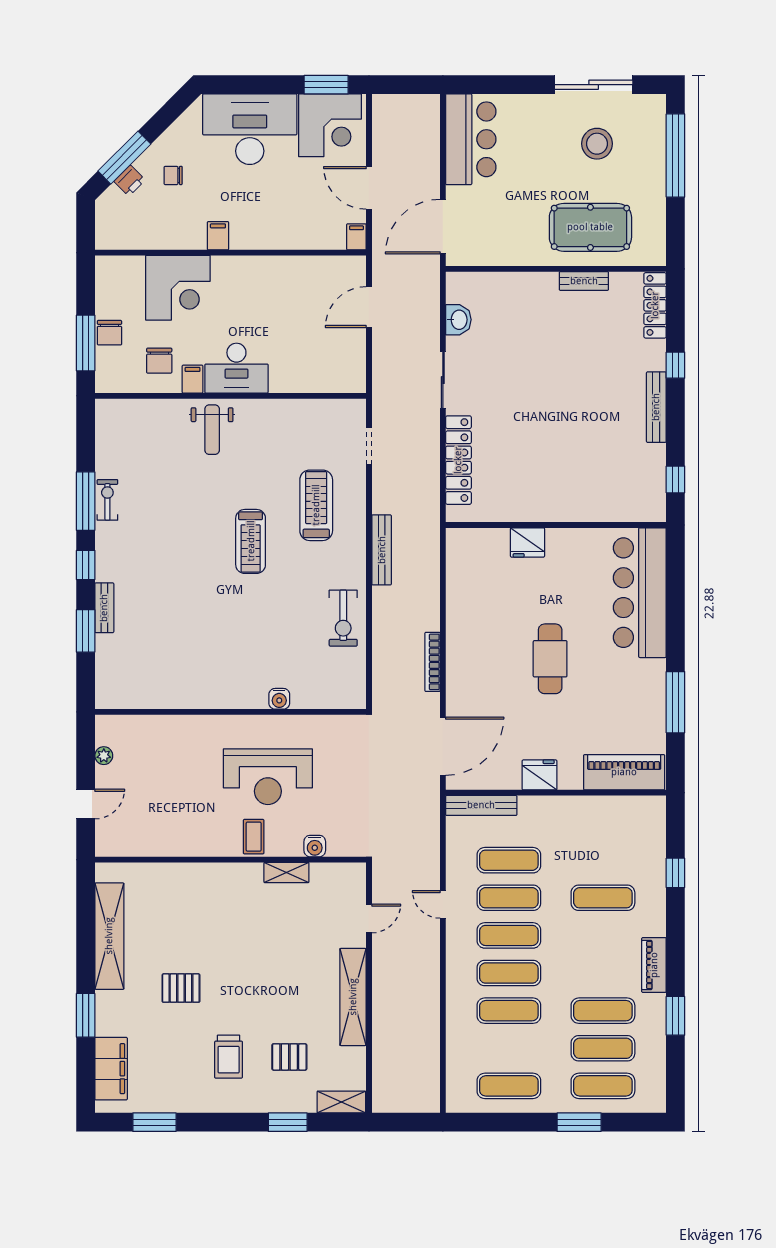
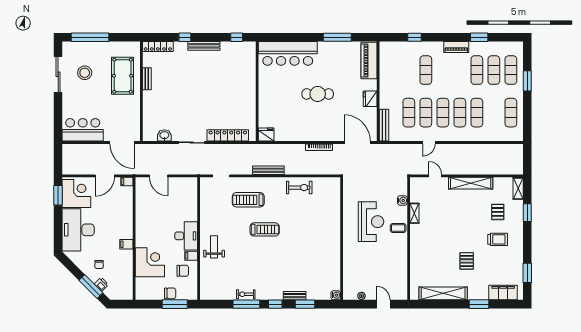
weight bench: (212, 430) -> (214, 247), turned -90
fridge: (527, 542) -> (266, 135), moved, turned -90
water cooler: (279, 699) -> (336, 295), moved

